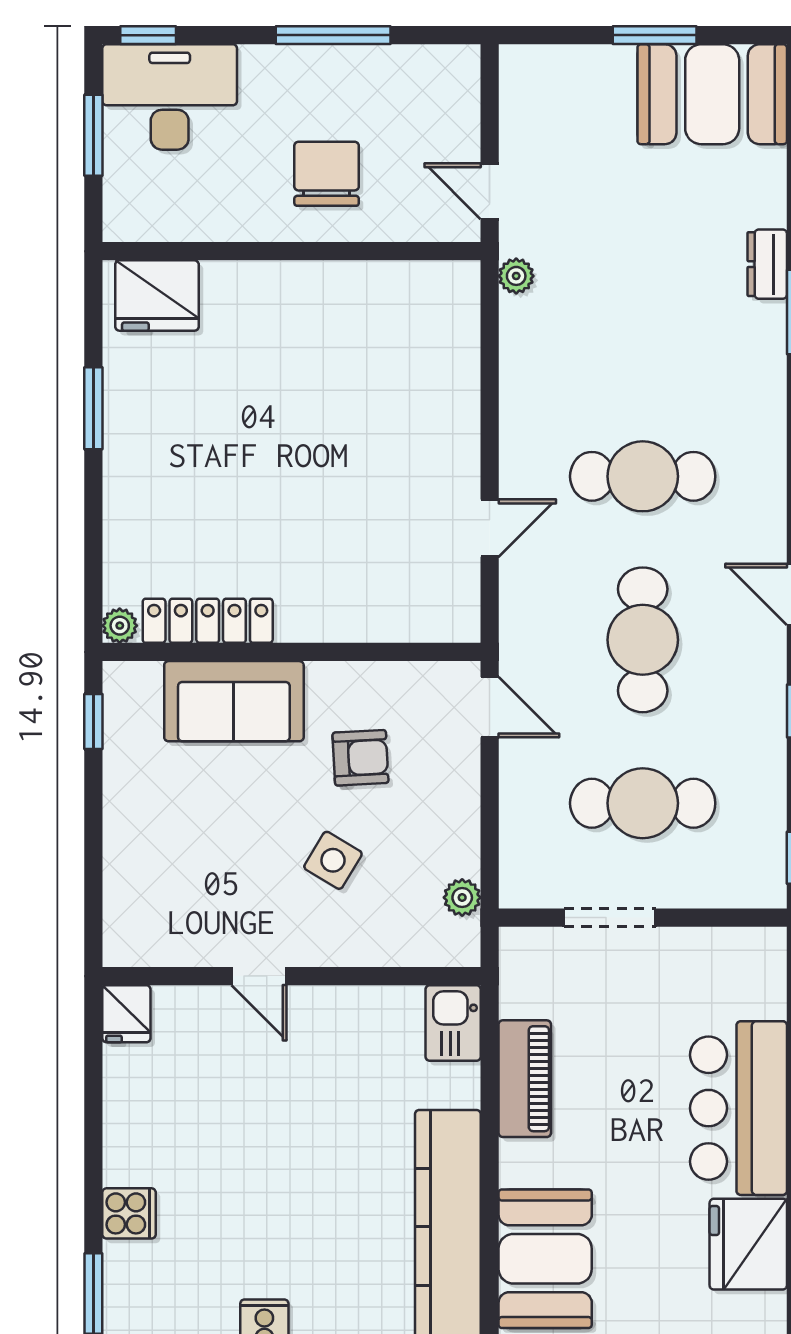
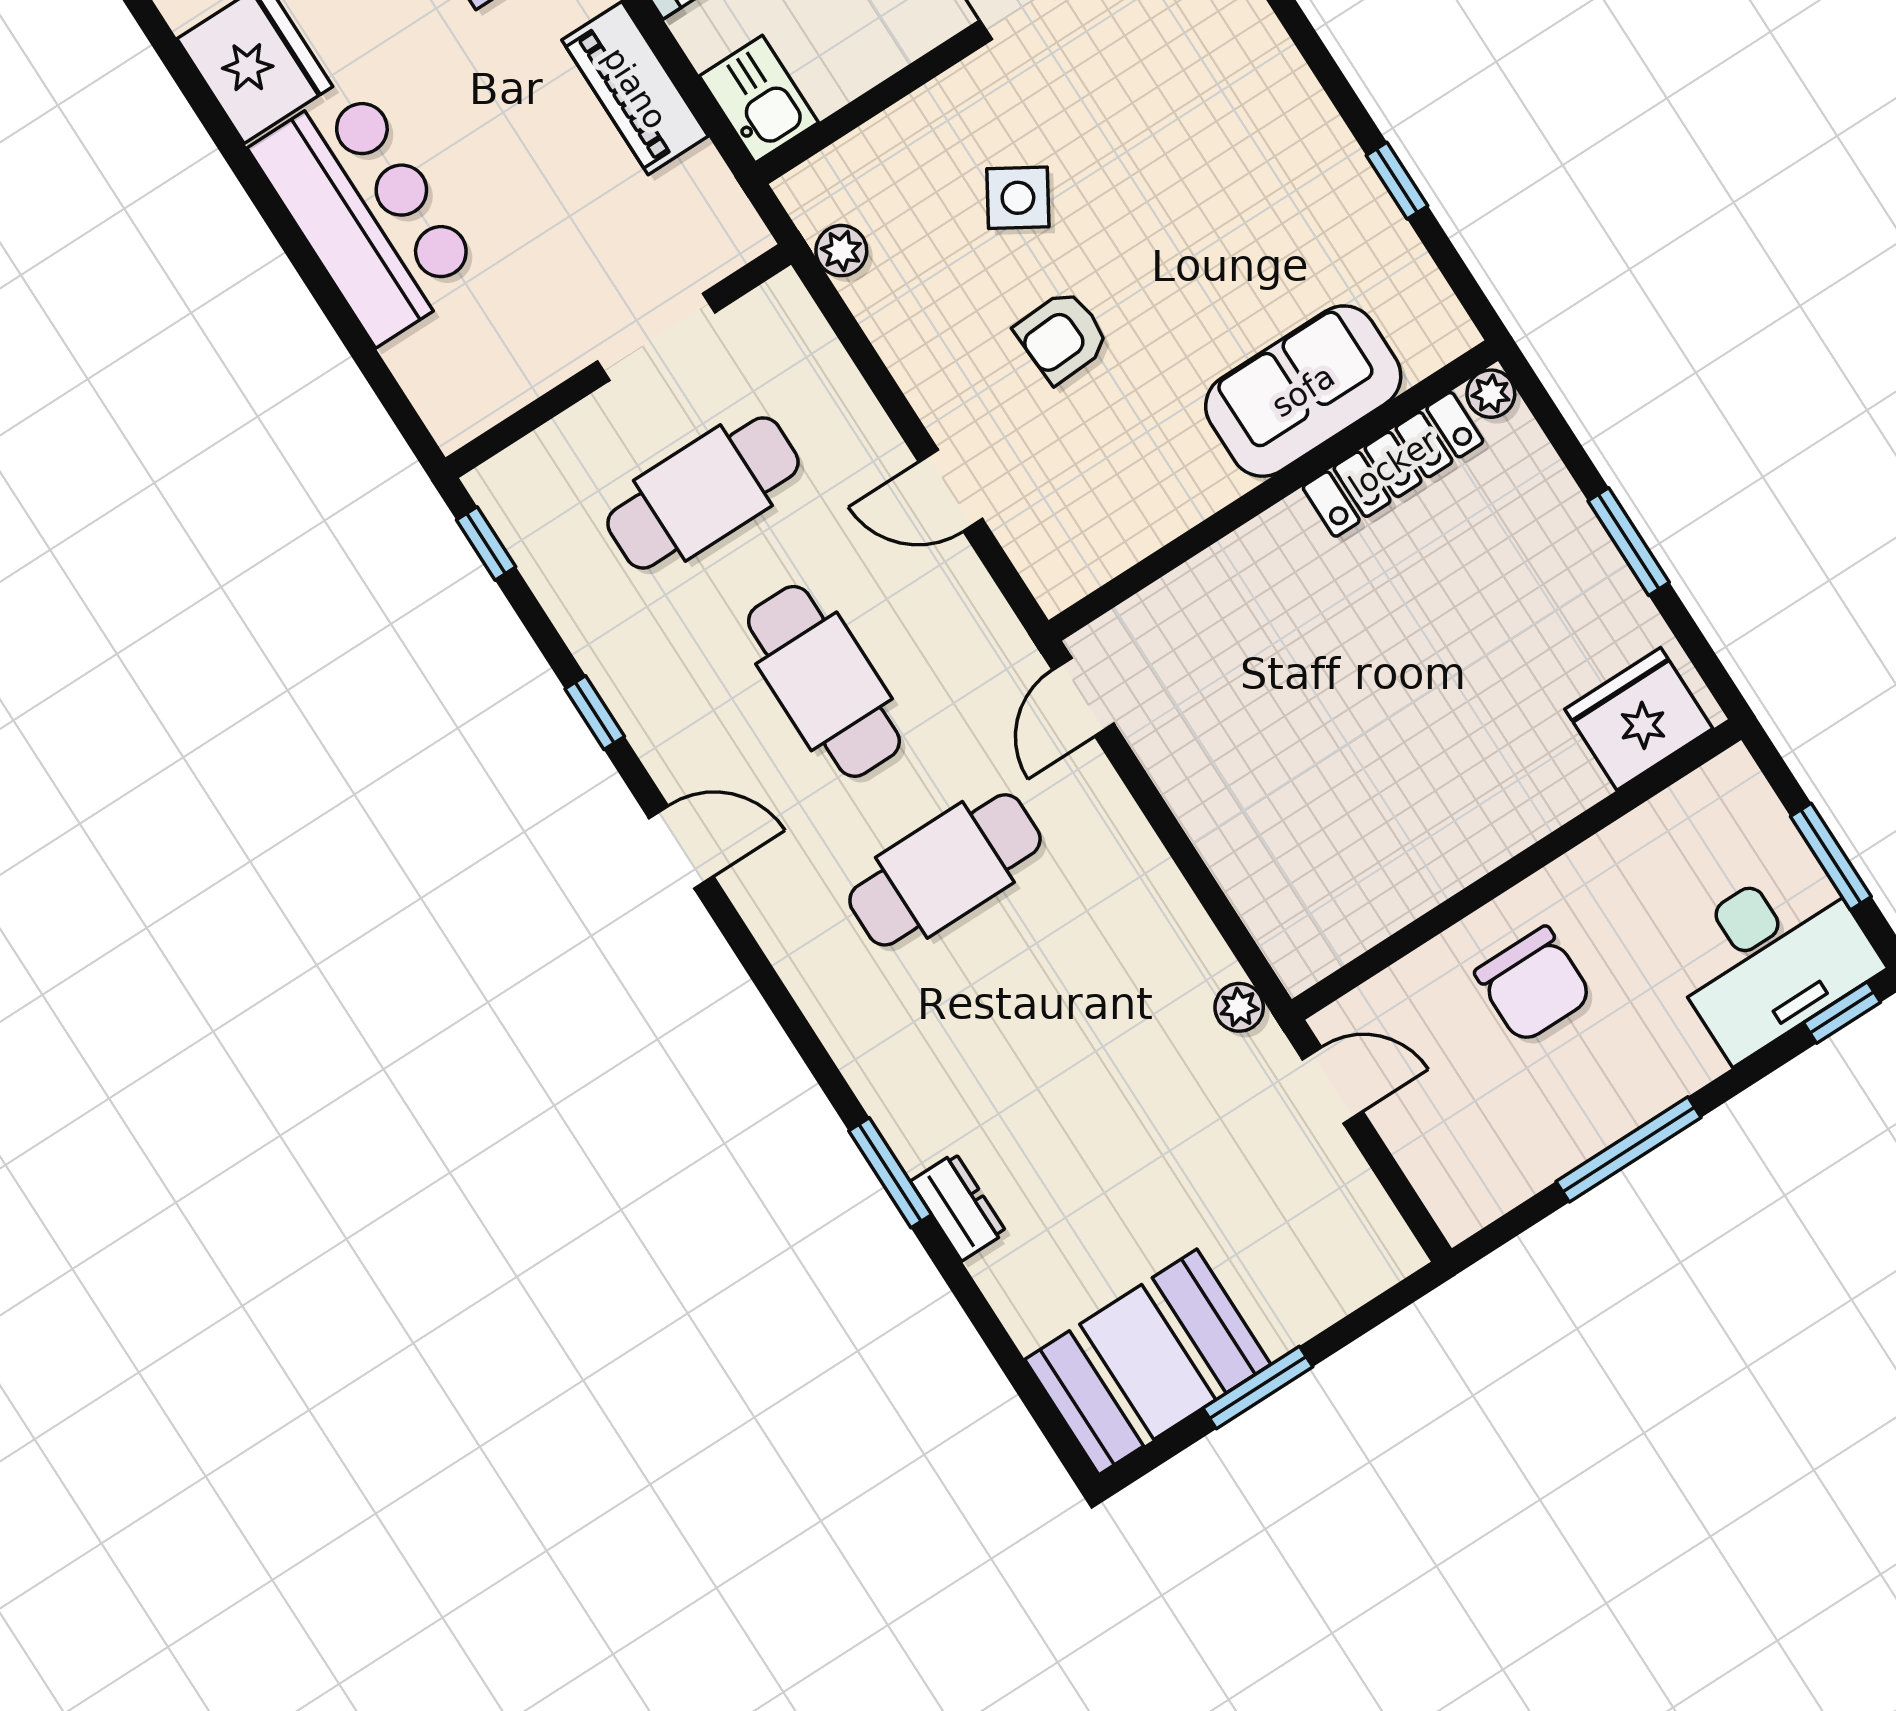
locker: (208, 621) -> (1393, 464), moved
plant: (120, 626) -> (1491, 394), moved
wall: (292, 652) -> (1273, 490), moved
sofa: (234, 701) -> (1303, 391), moved

